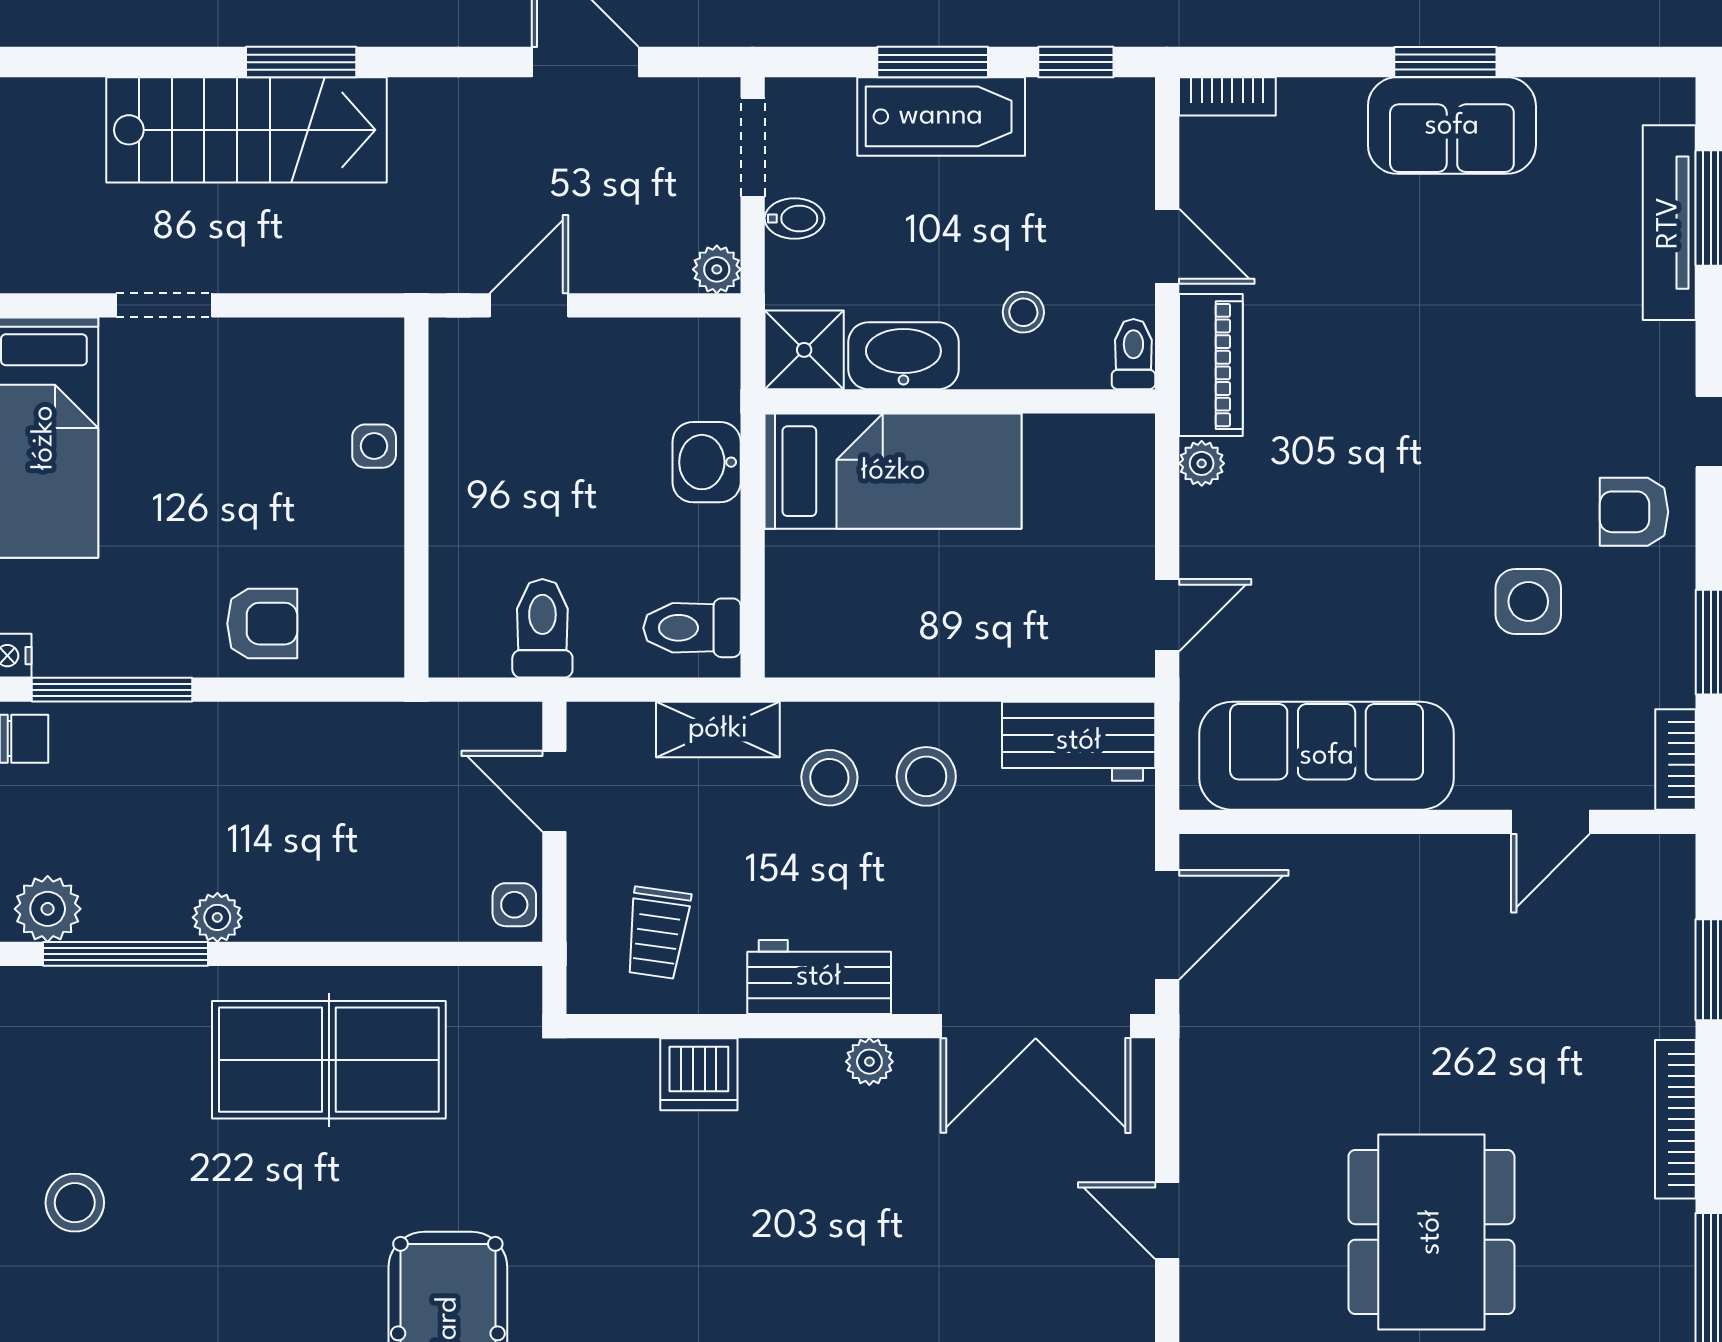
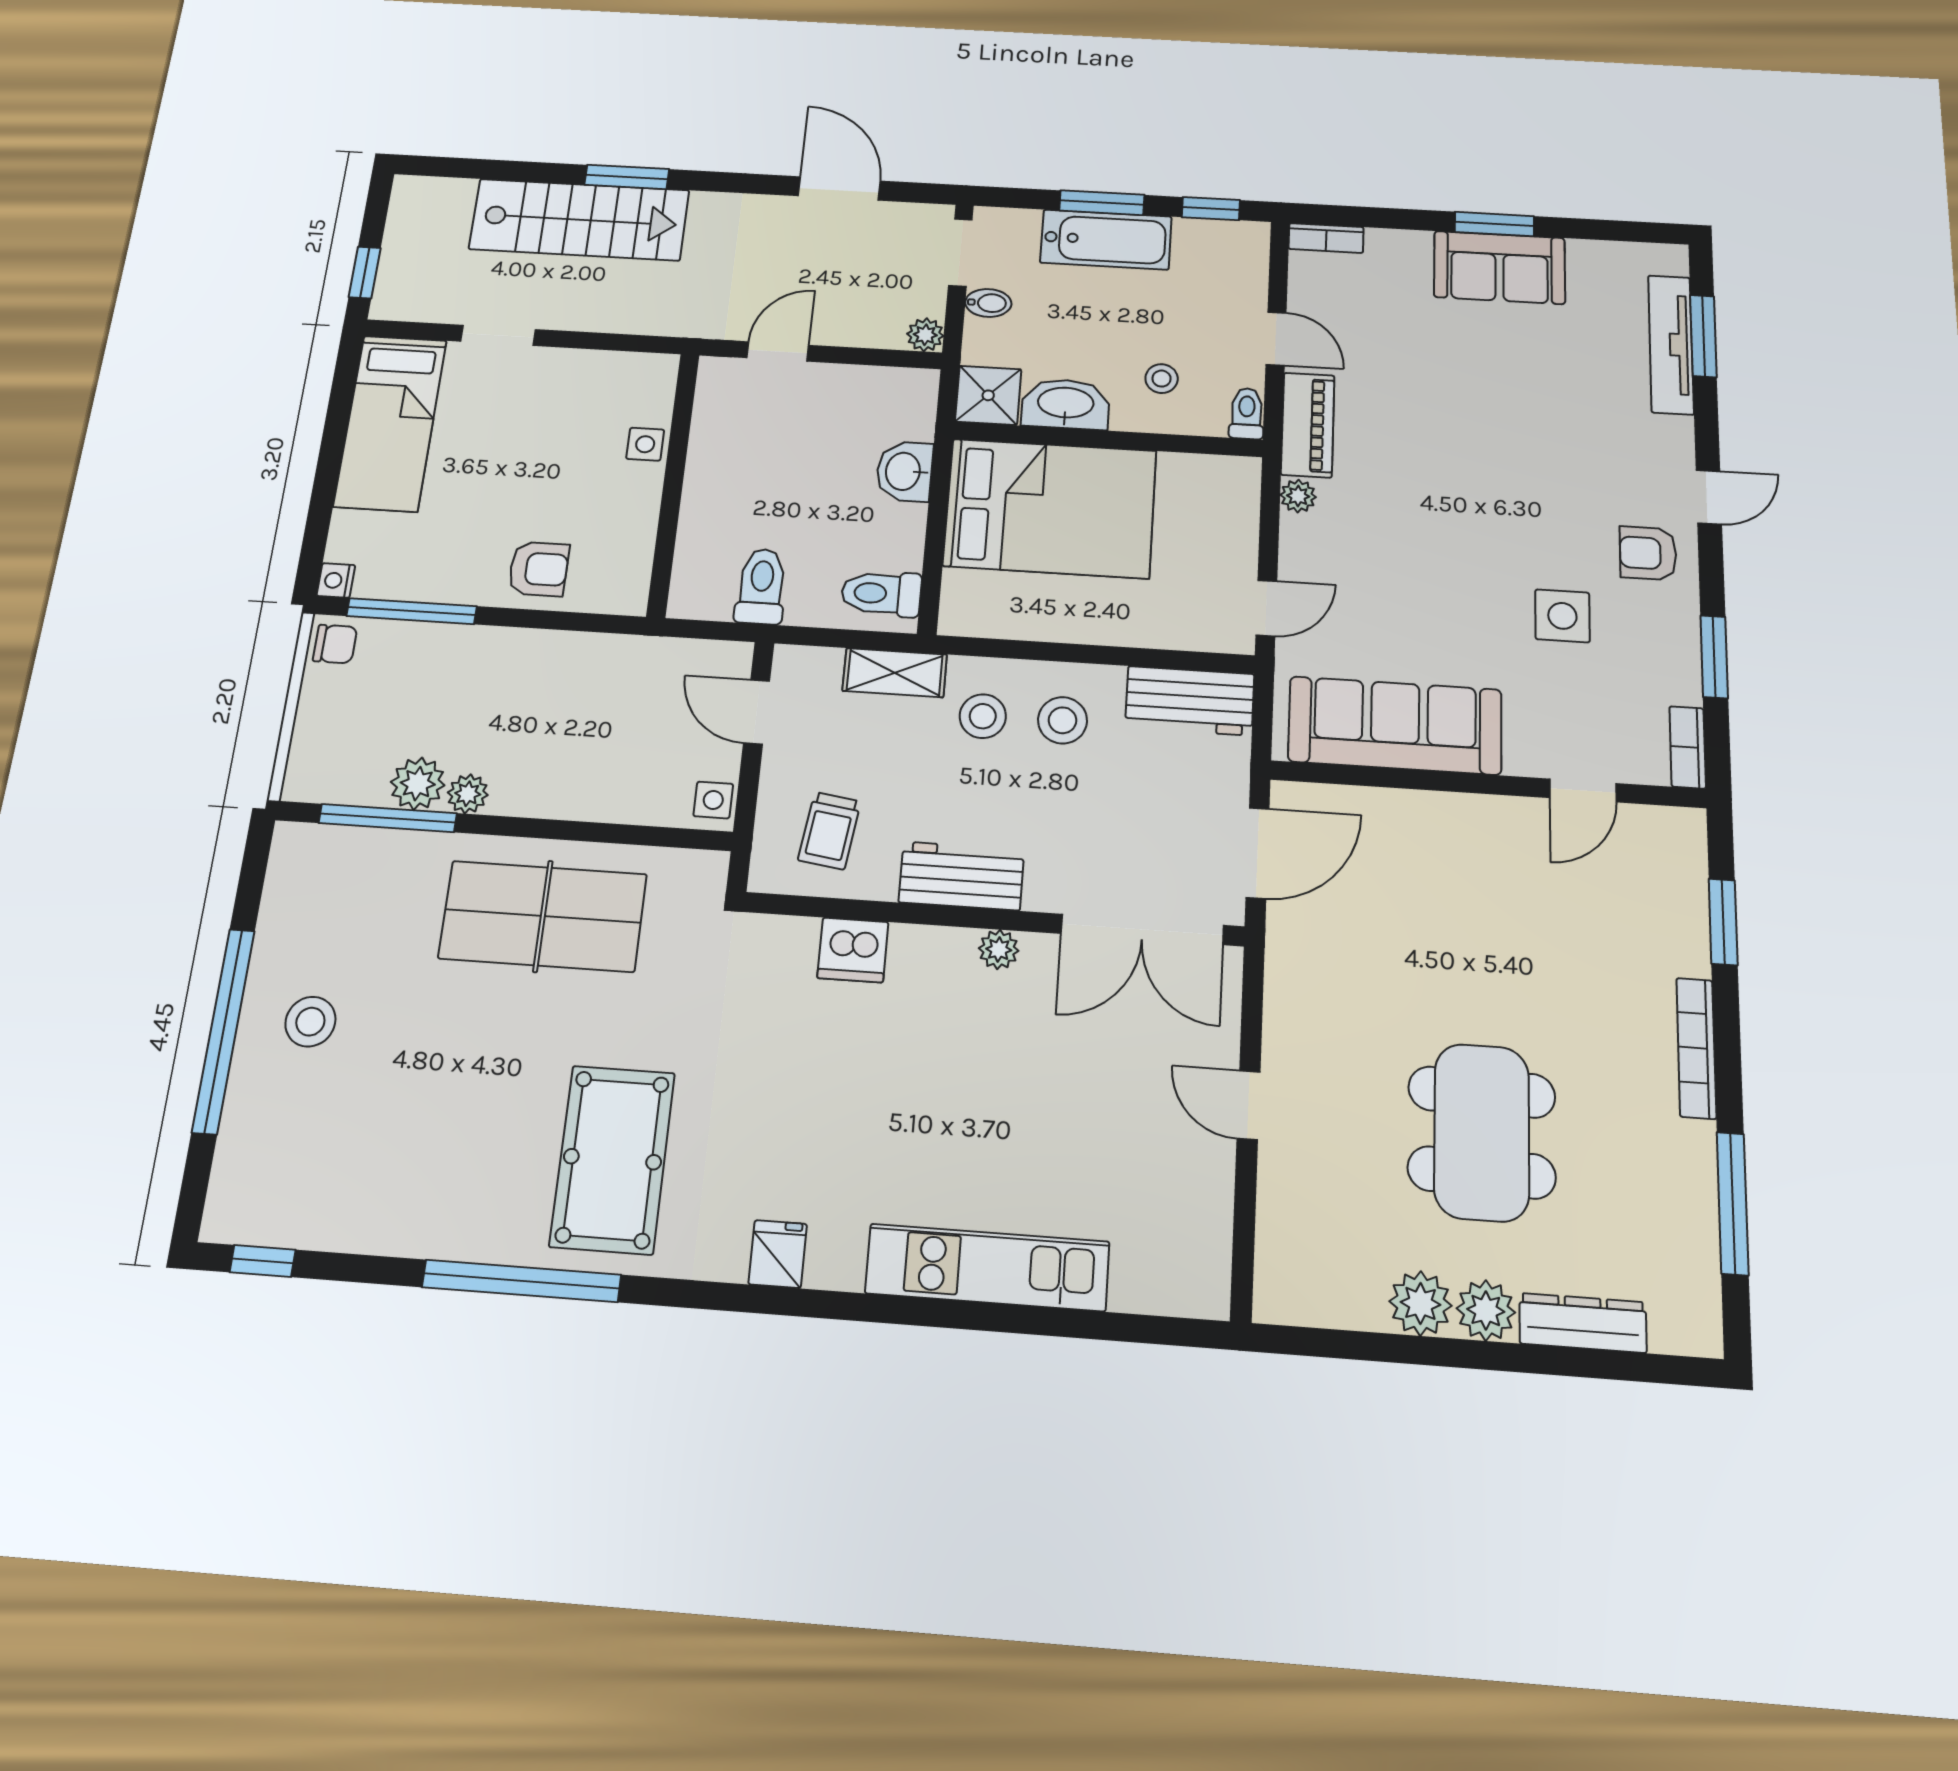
bed: (893, 471) -> (1050, 508), width x1.50
plant: (48, 909) -> (418, 784), moved

